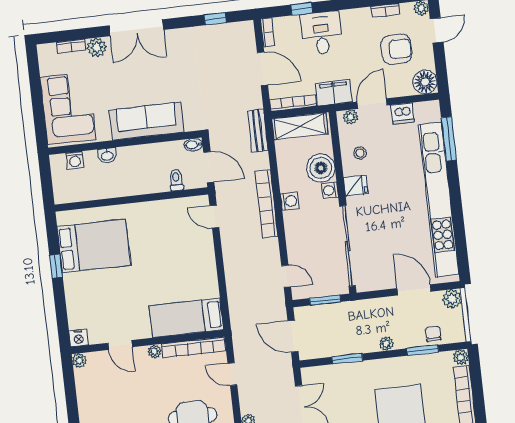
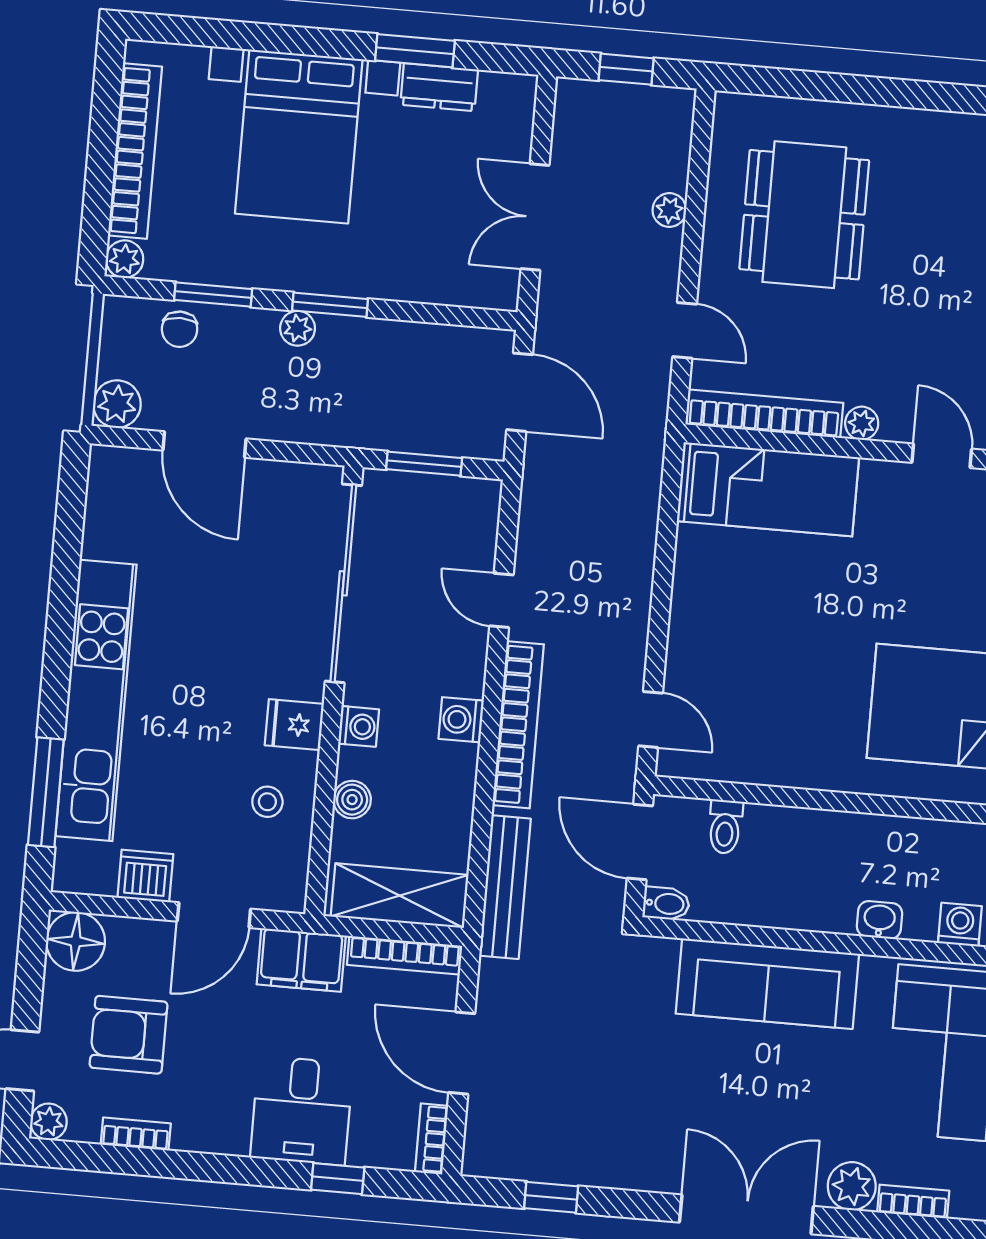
plant: (351, 117) -> (272, 893), removed
bench: (258, 131) -> (505, 887), width x1.36
boiler: (321, 168) -> (352, 800), width x0.54, depth x0.54
kitchen unit: (439, 200) -> (96, 700), width x0.73
door: (286, 276) -> (501, 600), moved
window: (347, 359) -> (330, 305), moved

